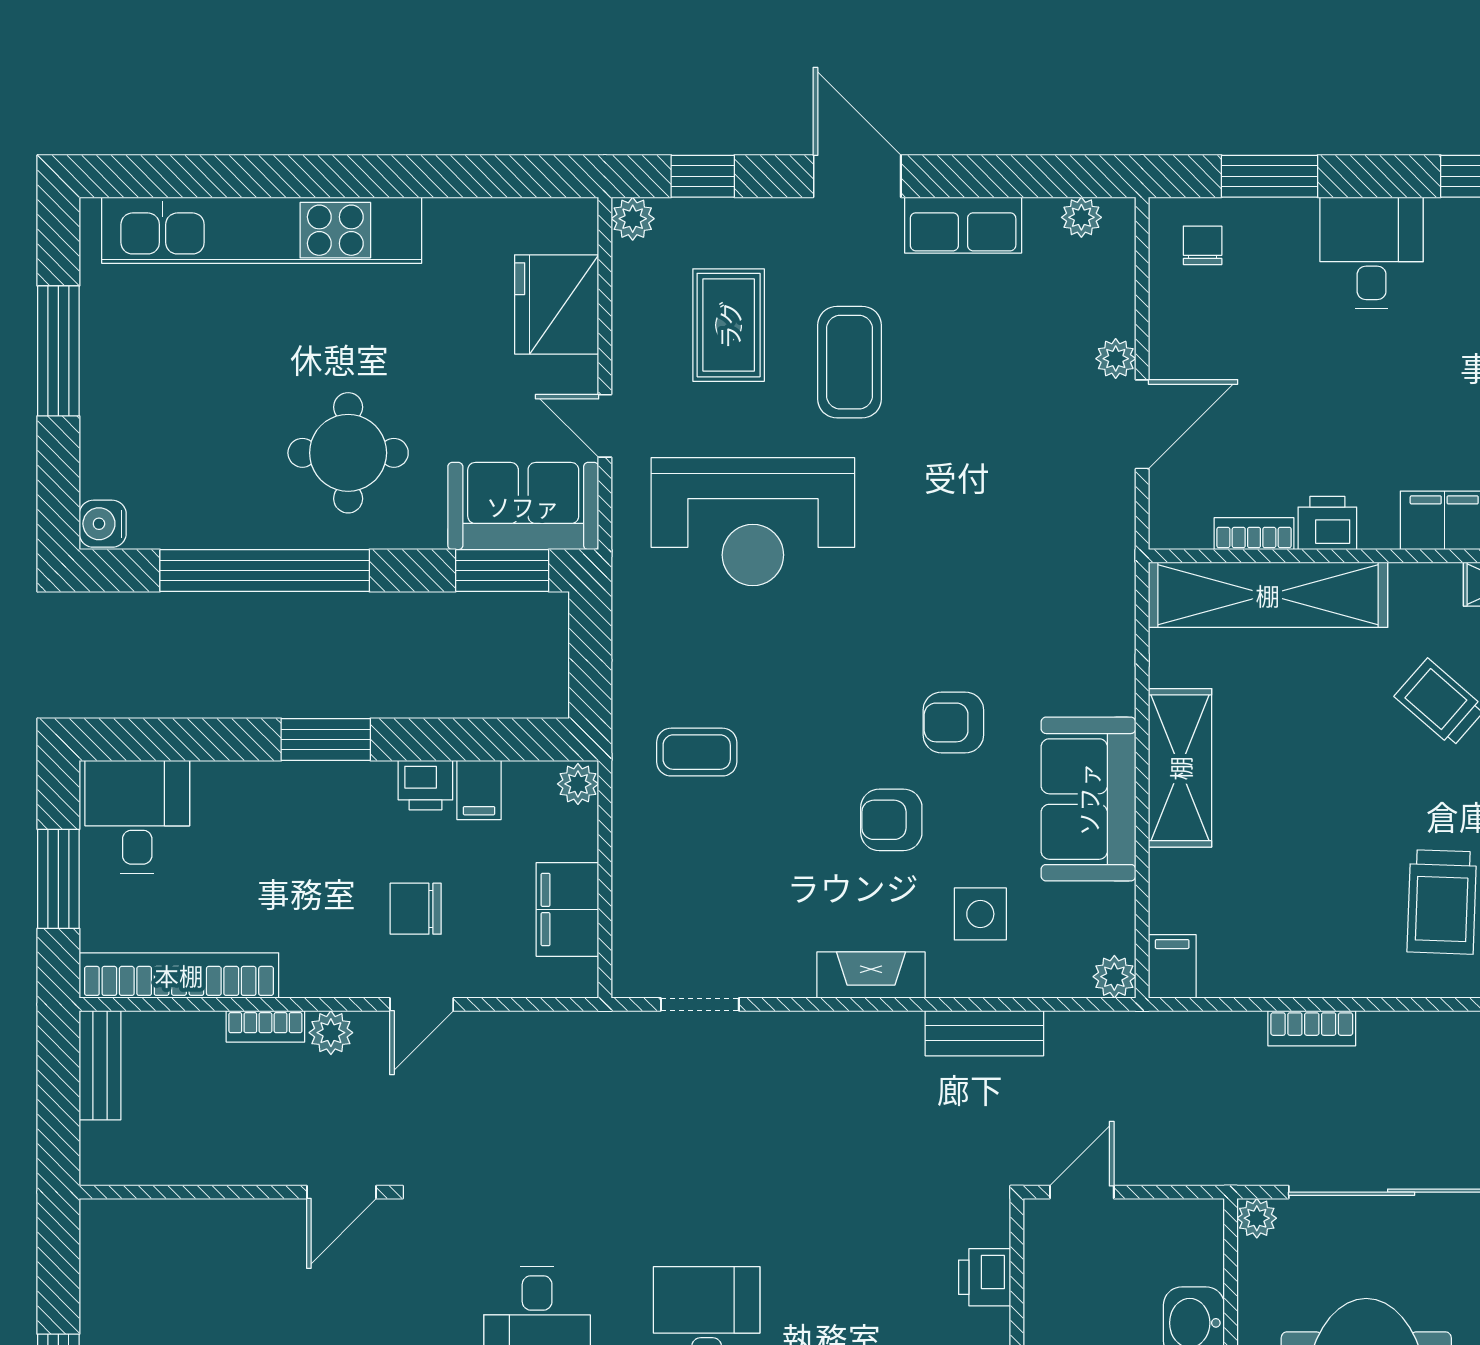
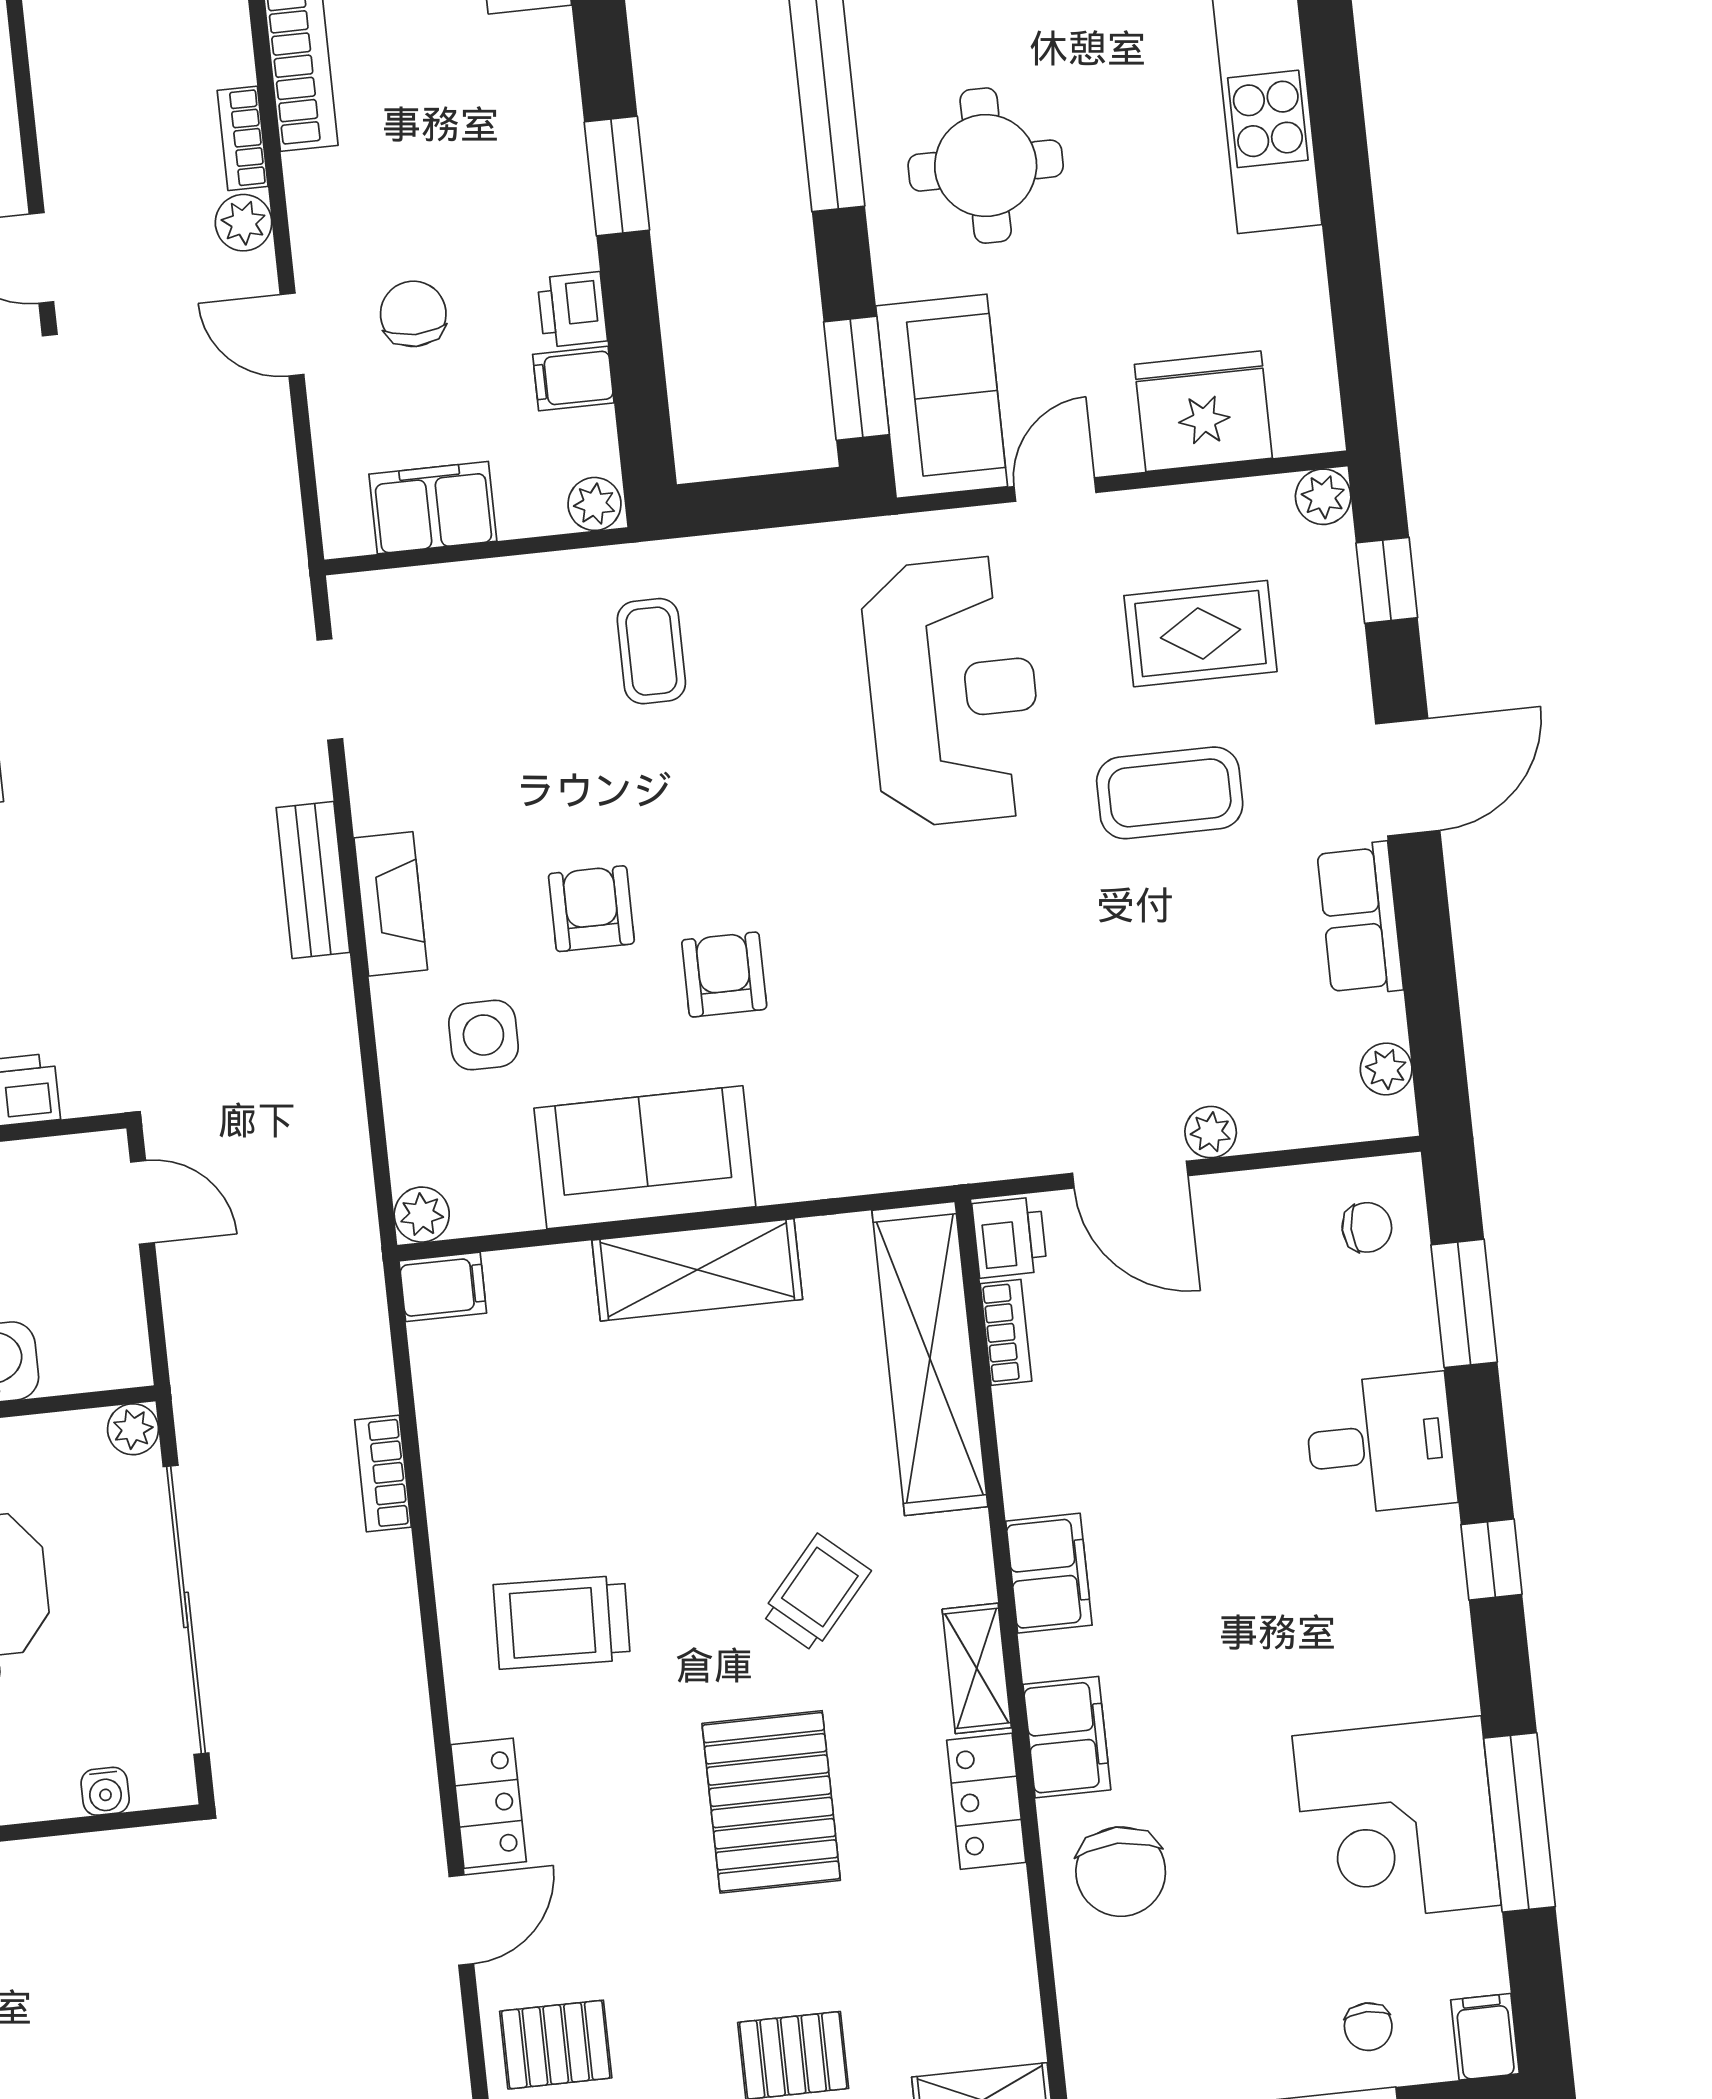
reception desk: (753, 522) -> (953, 691), turned 180
printer: (1327, 523) -> (1010, 1237), moved
bench: (984, 1033) -> (313, 880), moved

